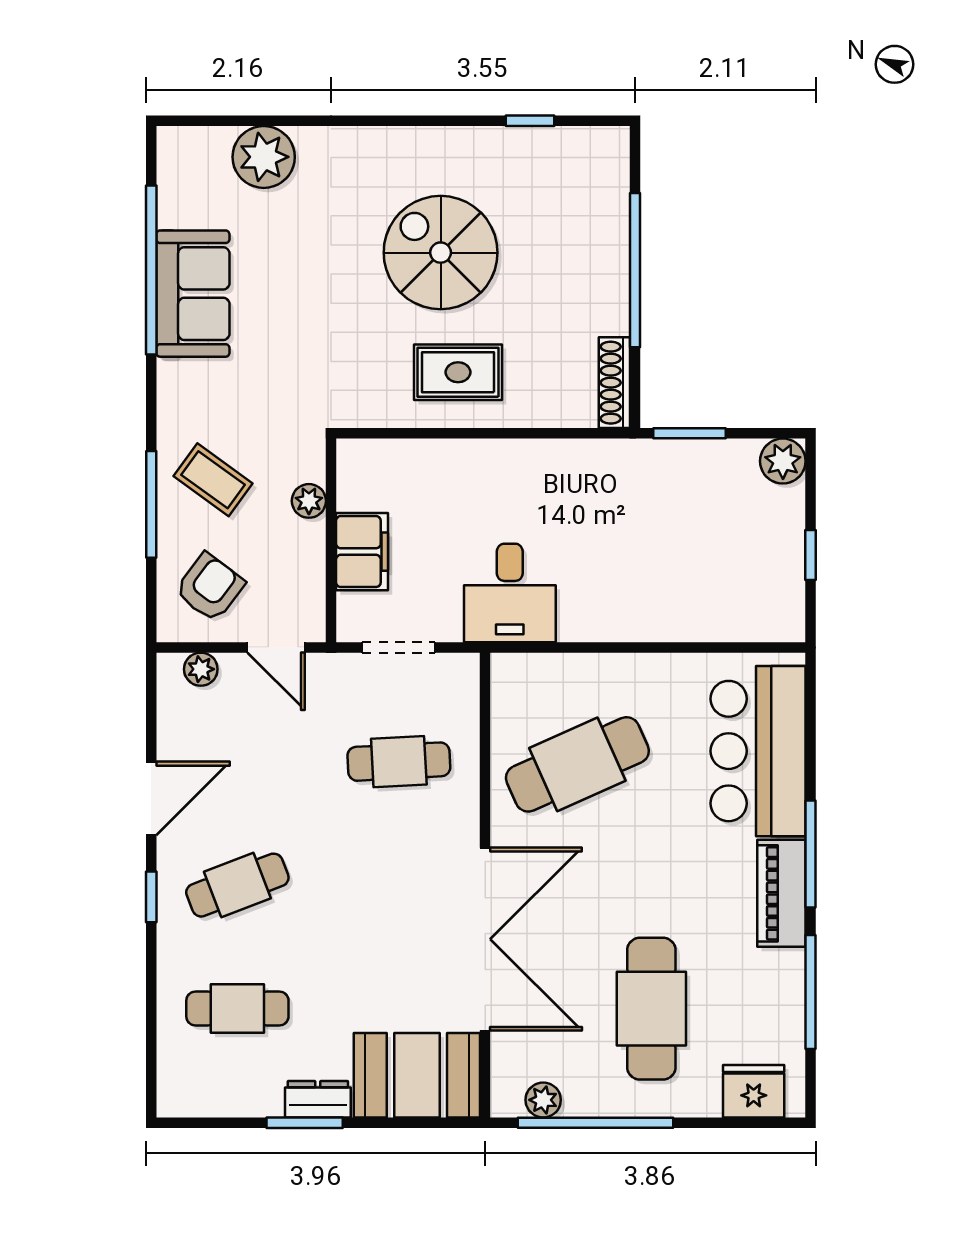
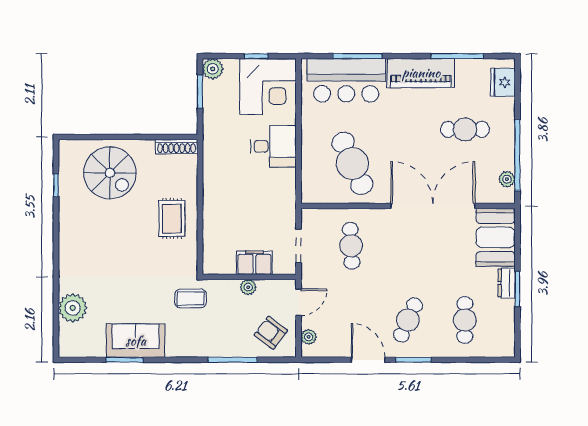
spiral stairs: (441, 253) -> (110, 173), moved, turned -90
window: (151, 270) -> (125, 360), width x0.47
window: (635, 270) -> (125, 137), removed
window: (689, 433) -> (200, 91), moved
coffee table: (213, 480) -> (191, 298), moved, turned 54
plant: (309, 501) -> (248, 287), moved
corner desk: (744, 581) -> (268, 87), added
desk: (510, 593) -> (273, 146), moved
window: (810, 854) -> (357, 56), moved
cafe table: (237, 885) -> (408, 320), turned 45
piano: (781, 893) -> (421, 73), width x1.37, depth x1.33
window: (151, 897) -> (413, 360), width x1.50
cafe table: (651, 1009) -> (465, 129), width x0.73, depth x0.74

